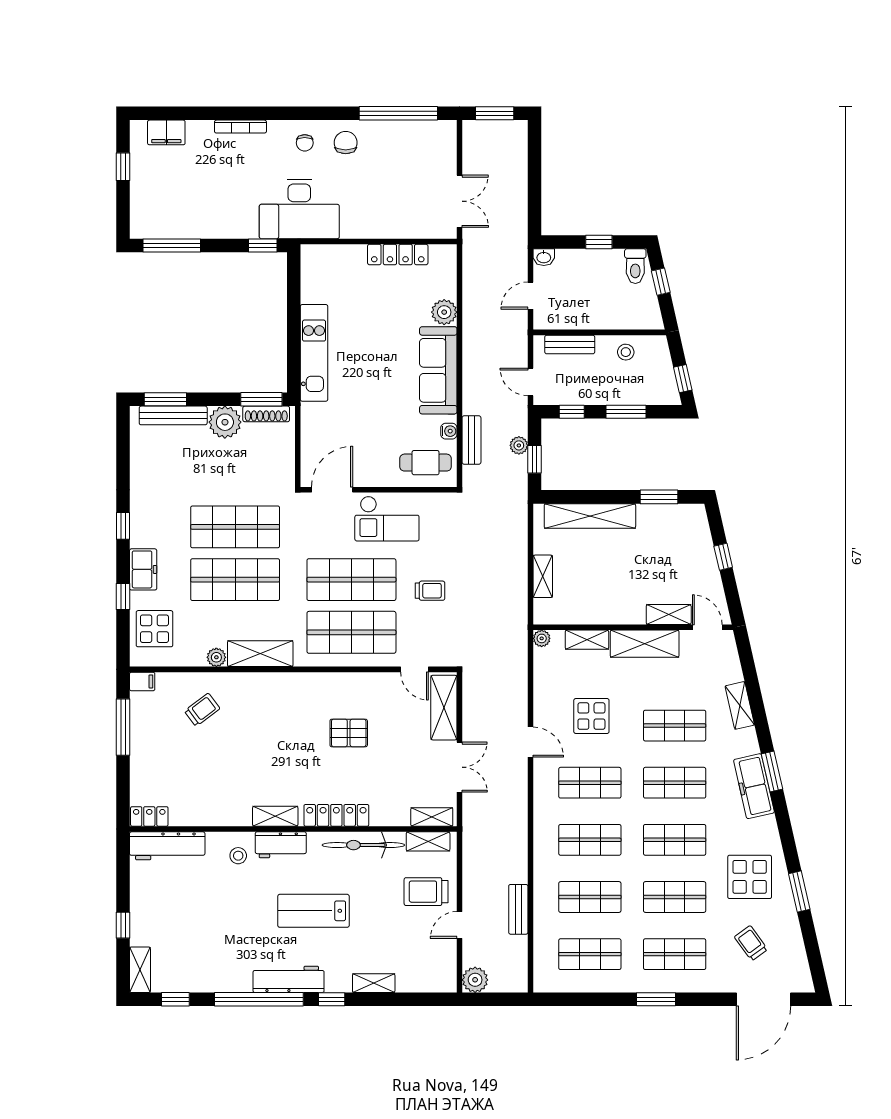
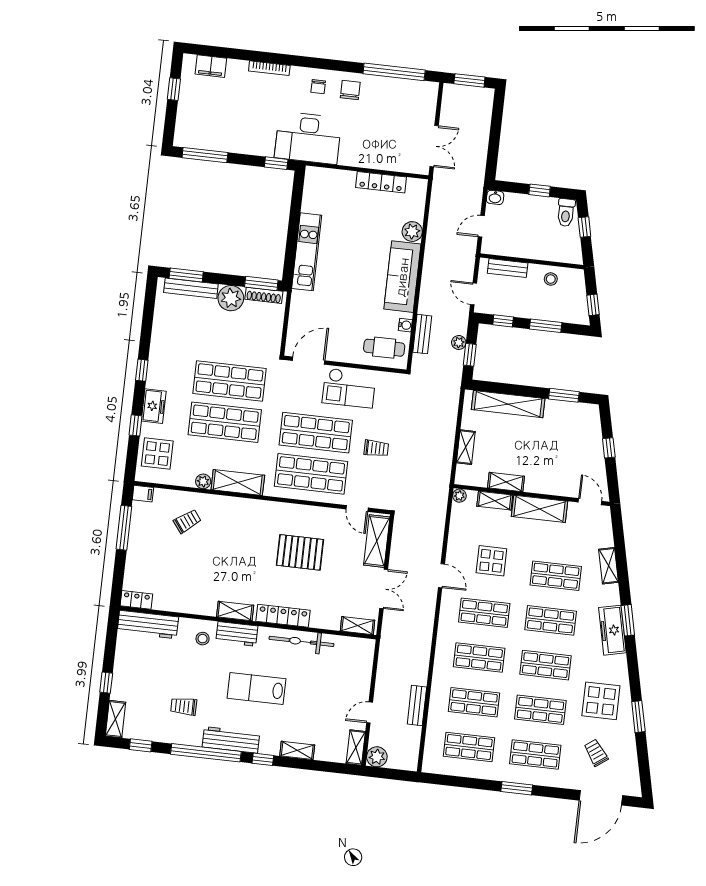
shelving: (669, 615) -> (506, 482), moved
pallet: (349, 733) -> (300, 552), width x1.50, depth x1.42
shelving: (428, 841) -> (356, 747), moved, turned 90
trolley: (426, 892) -> (184, 706), moved, width x0.73, depth x0.72

